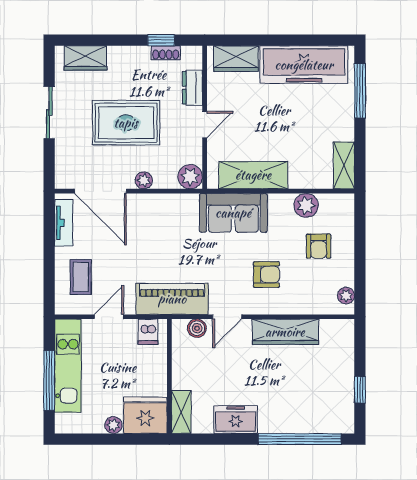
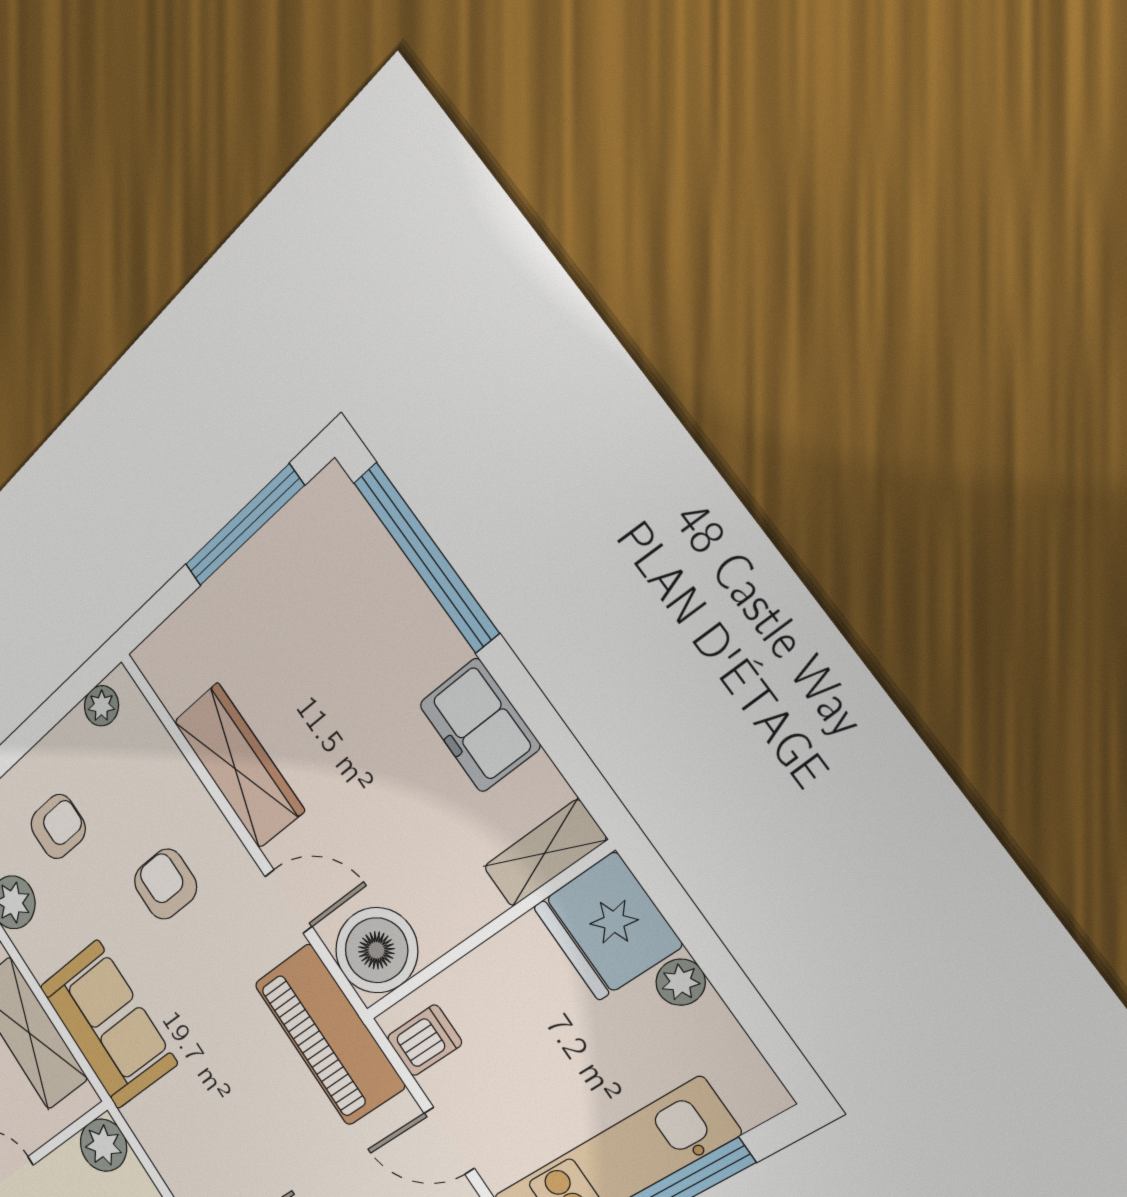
boiler: (197, 328) -> (376, 950), width x1.86, depth x1.86
window: (360, 390) -> (244, 526), width x2.17

